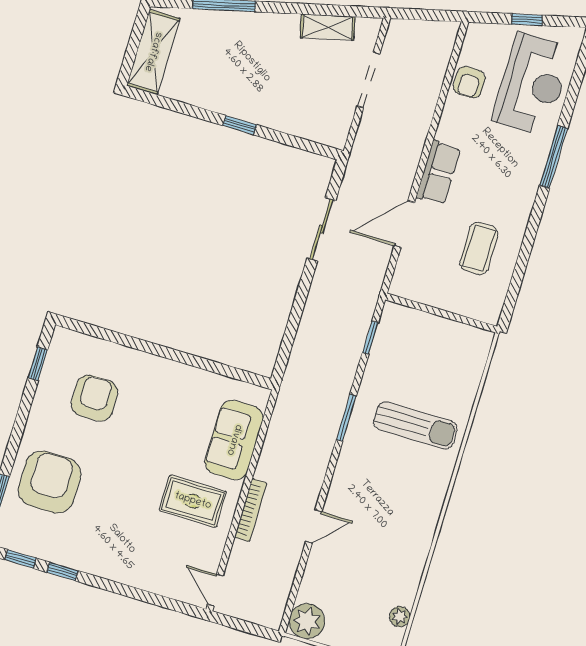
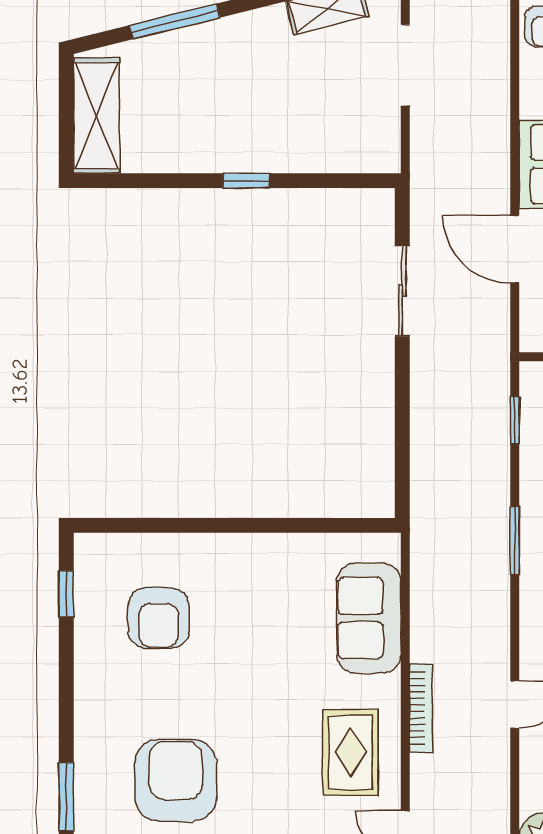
door: (404, 224) -> (515, 249), hinge flipped
armchair: (94, 398) -> (159, 618), turned 180
armchair: (50, 482) -> (176, 780), moved
rug: (193, 501) -> (350, 752), moved, turned 90

